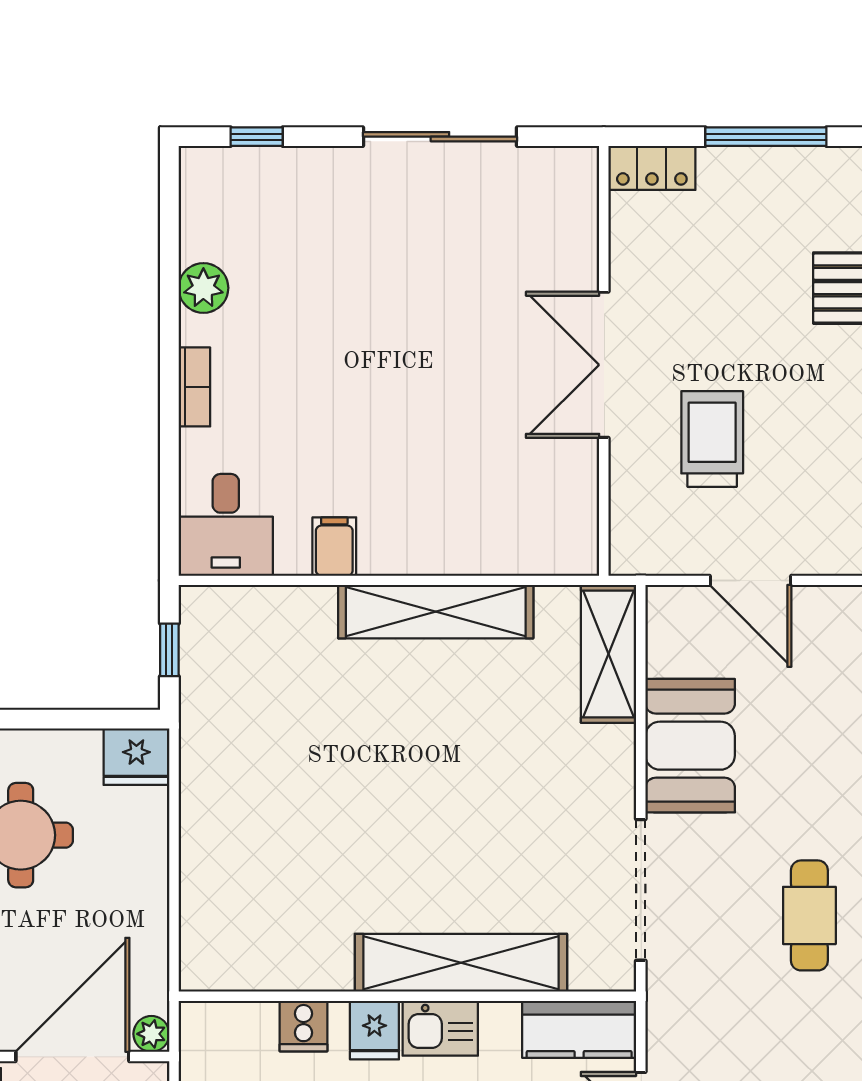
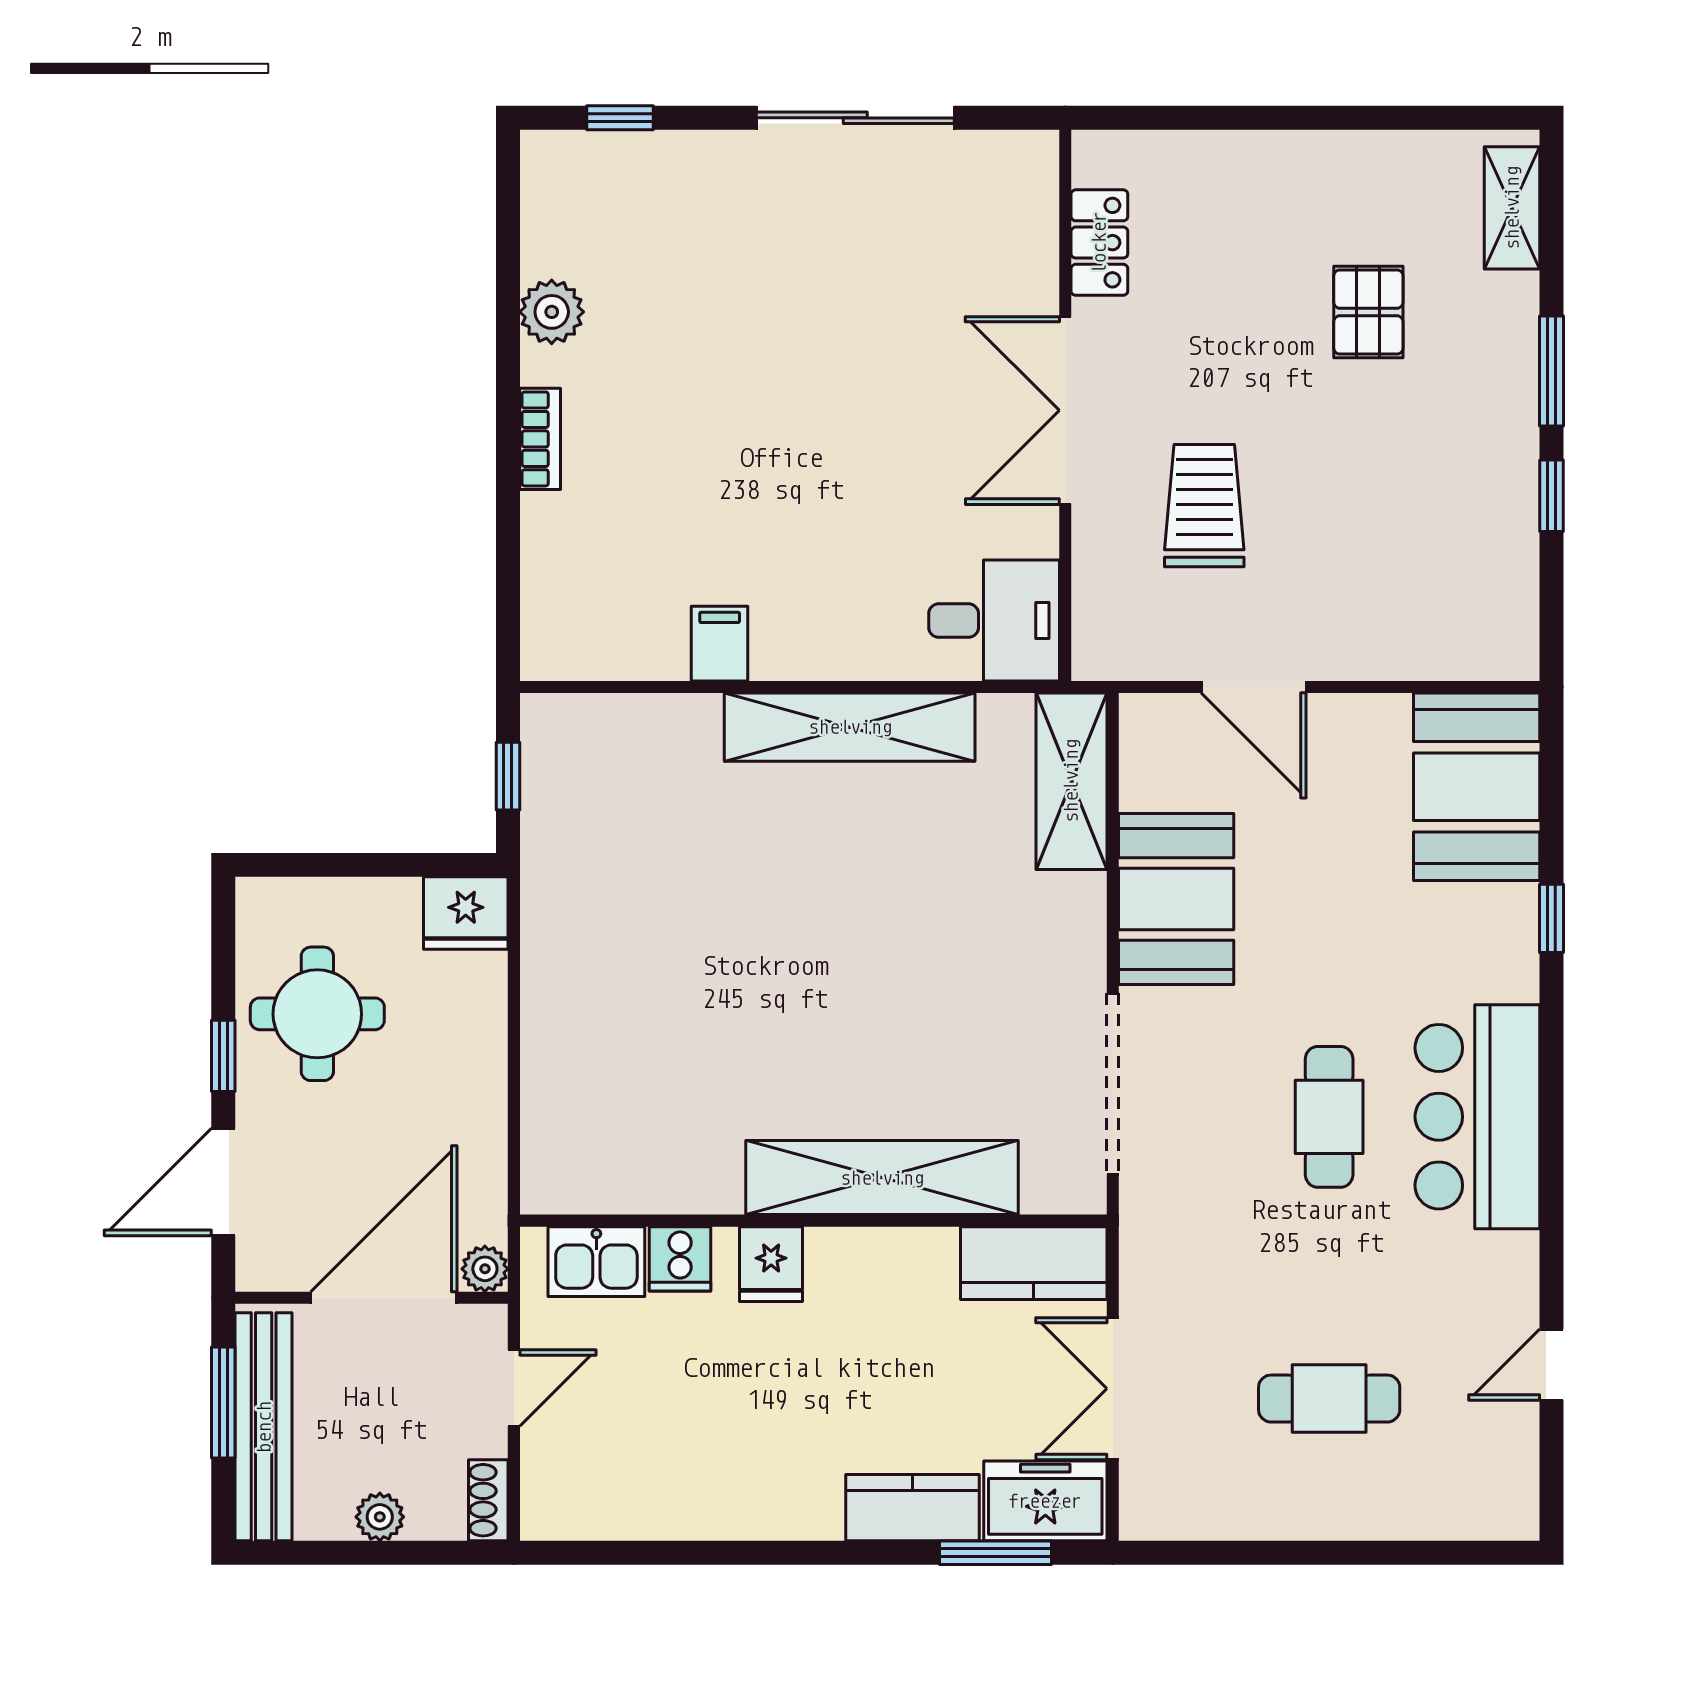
window: (766, 137) -> (1273, 118), removed
locker: (652, 168) -> (1099, 243), moved, turned -90
desk: (226, 525) -> (994, 621), moved, turned -90
kitchen sink: (440, 1028) -> (596, 1262), moved

